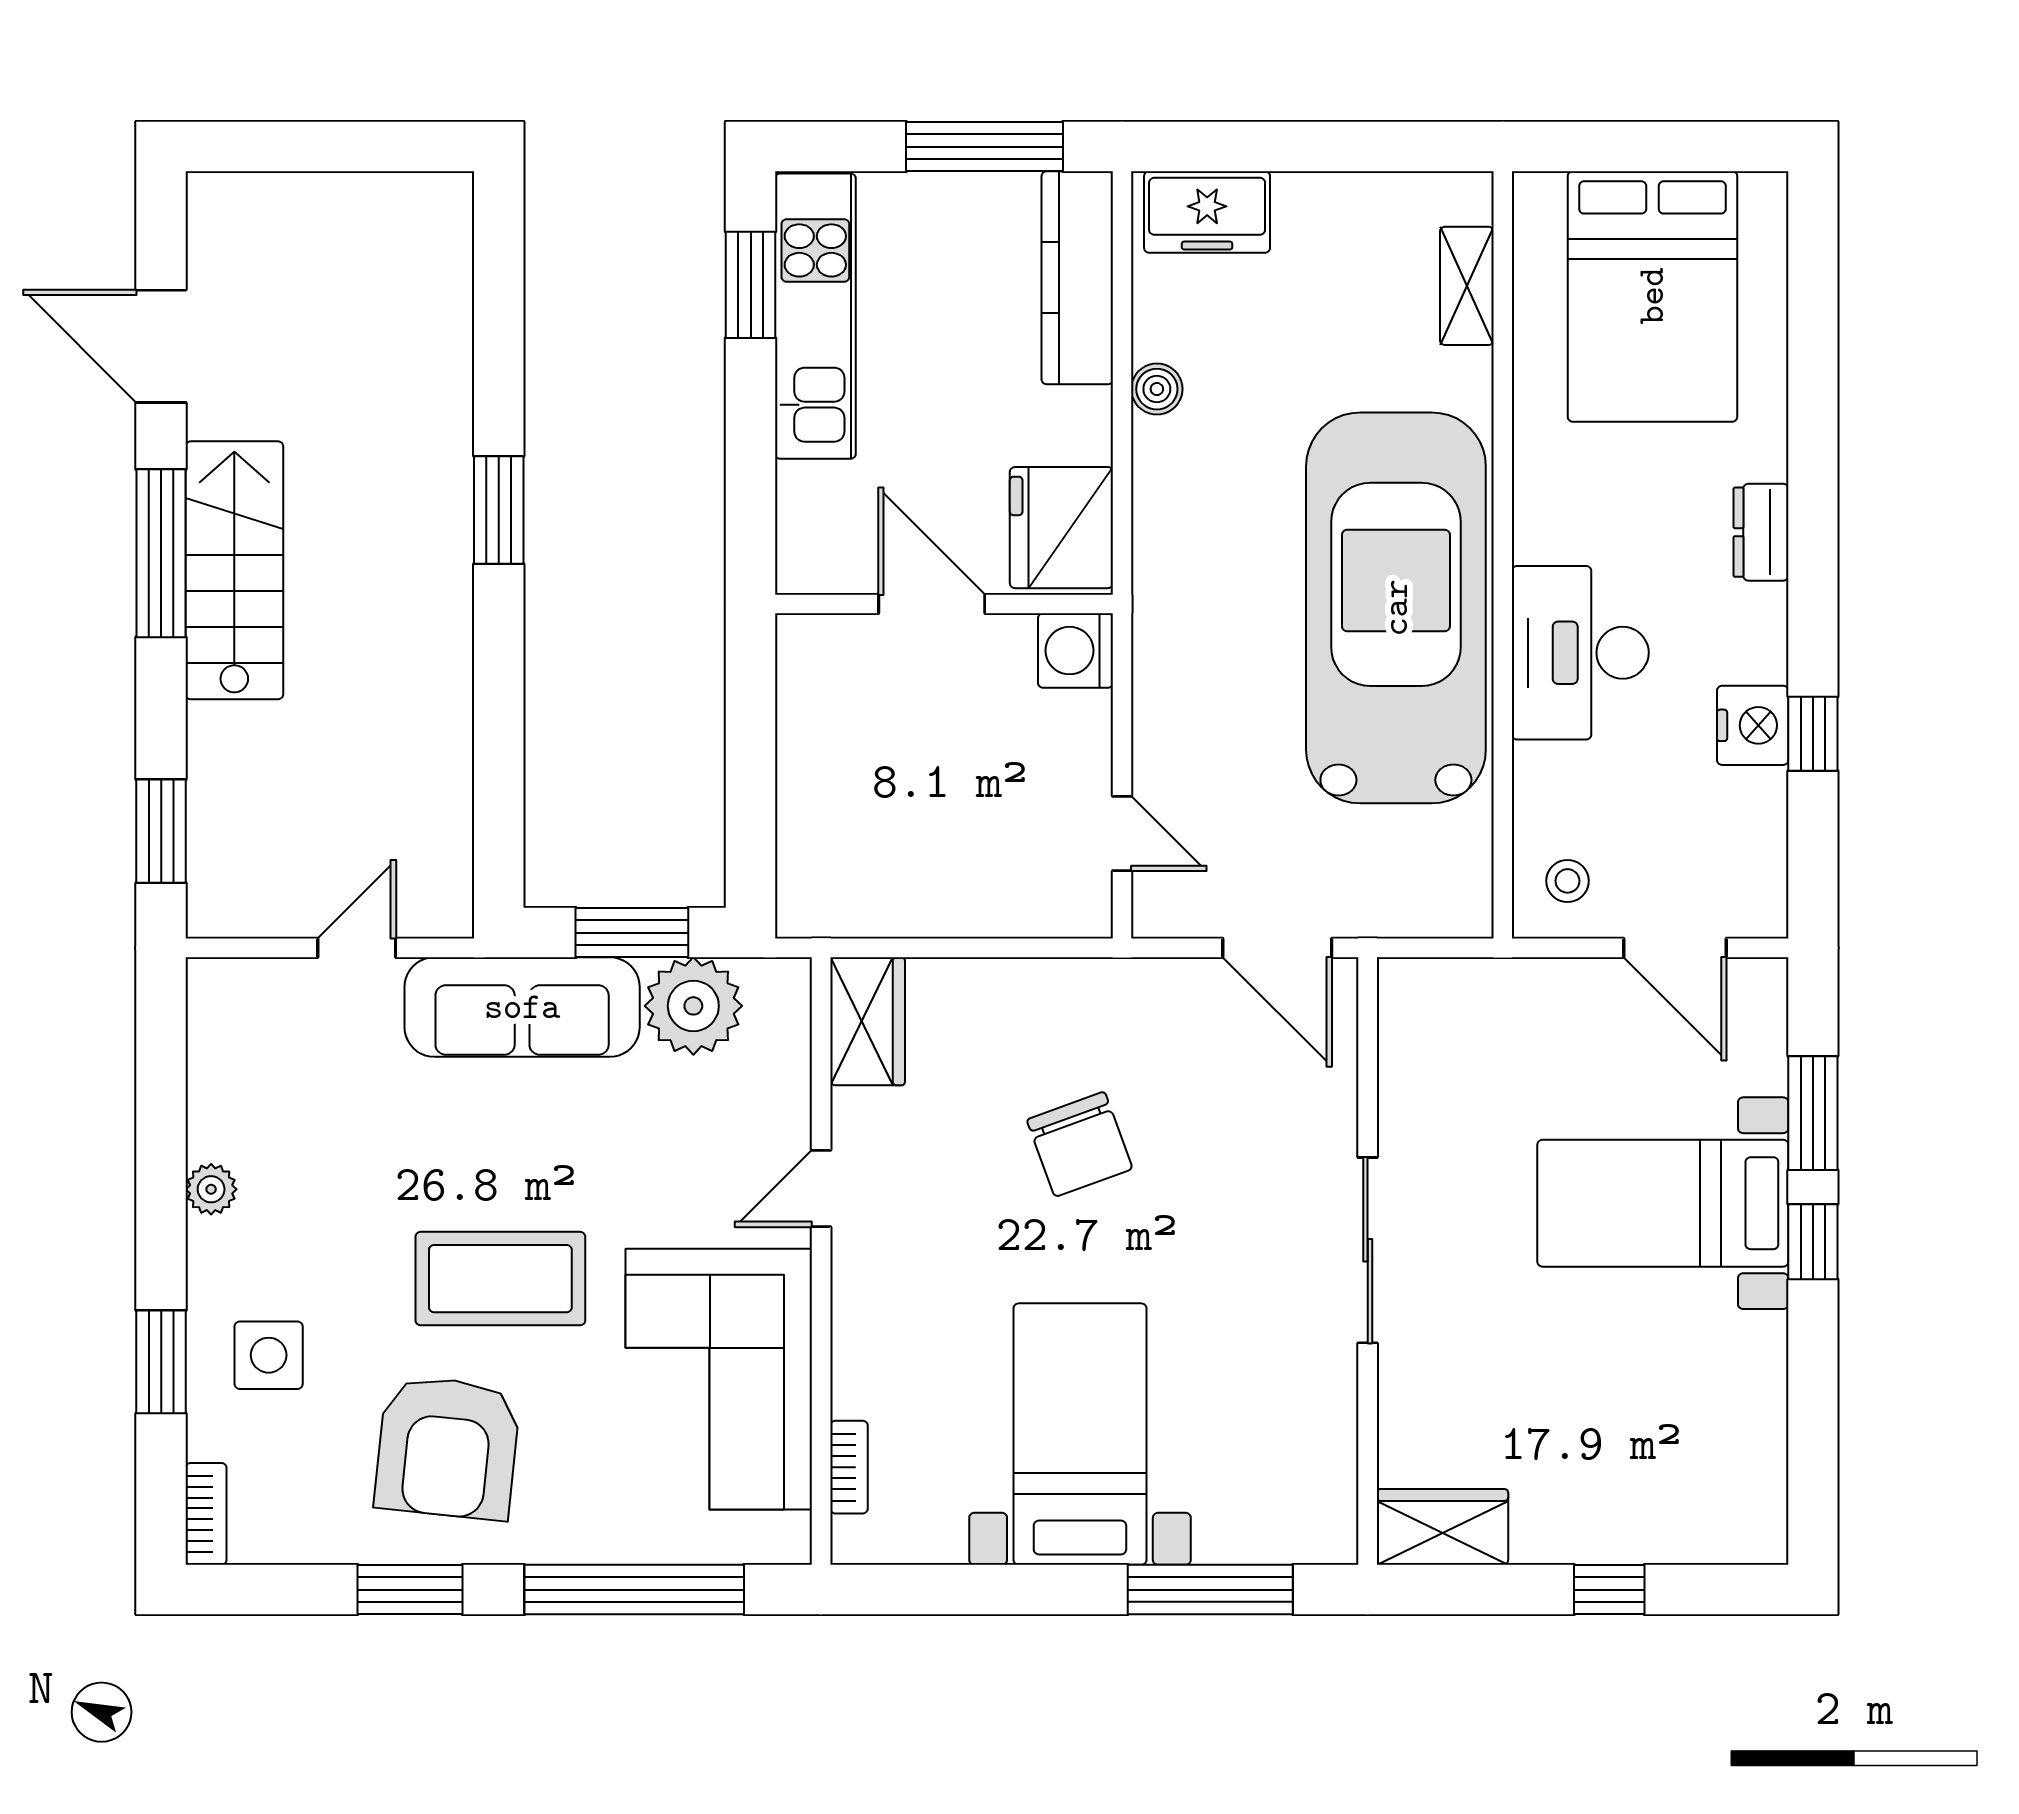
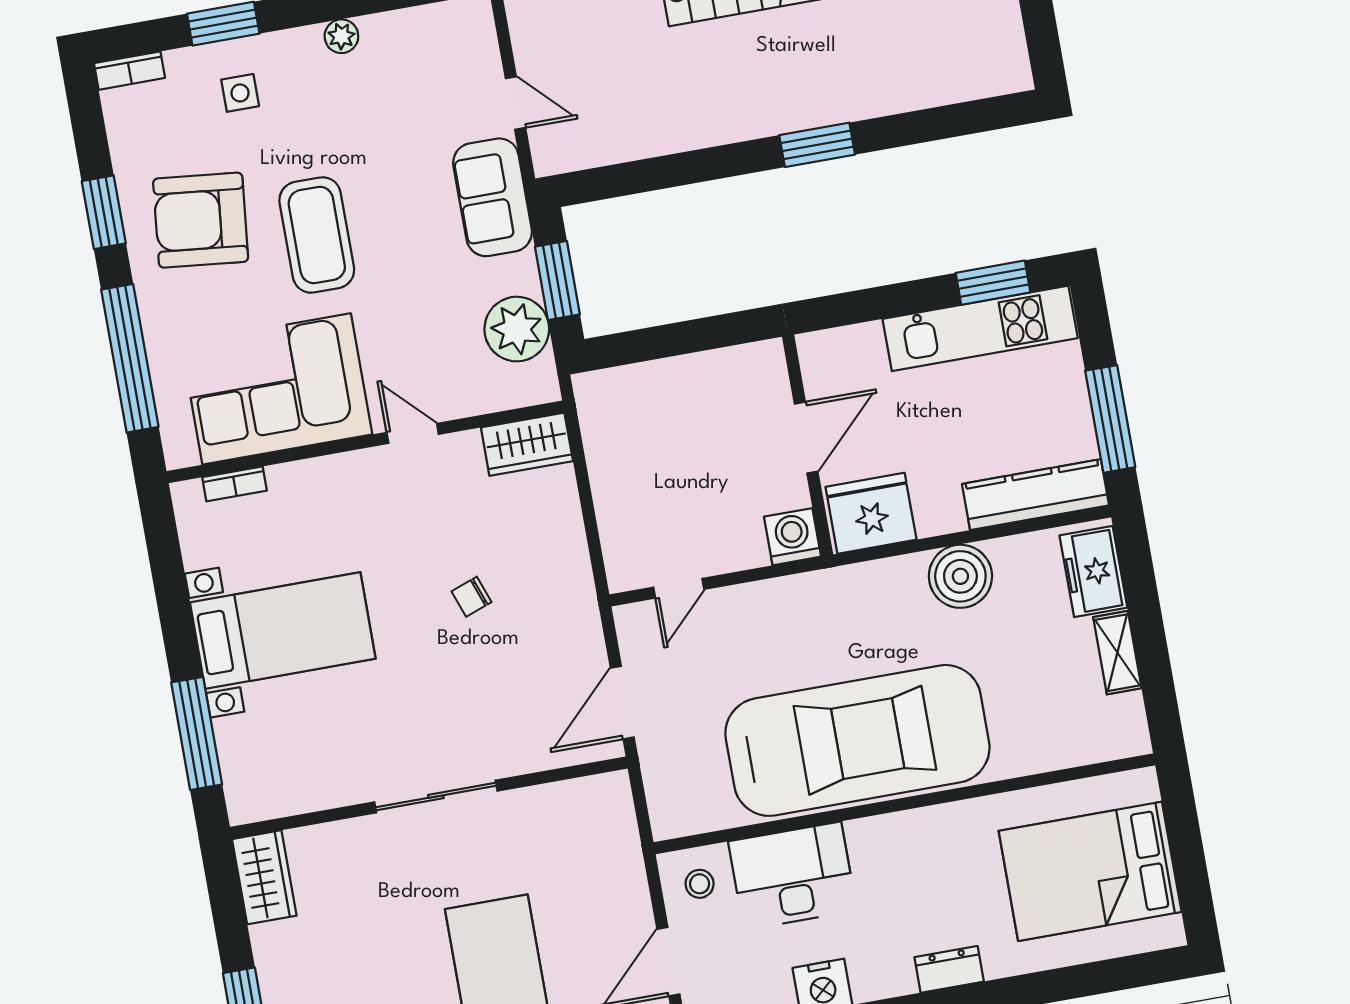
shelving: (1467, 286) -> (1117, 653), moved, turned 90
boiler: (1157, 389) -> (960, 576), width x1.86, depth x1.86
desk: (1580, 653) -> (793, 876), moved
sofa: (522, 1007) -> (493, 197), width x0.73
chair: (1080, 1144) -> (471, 597), width x0.54, depth x0.54
side table: (269, 1355) -> (240, 93), width x0.73, depth x0.73

